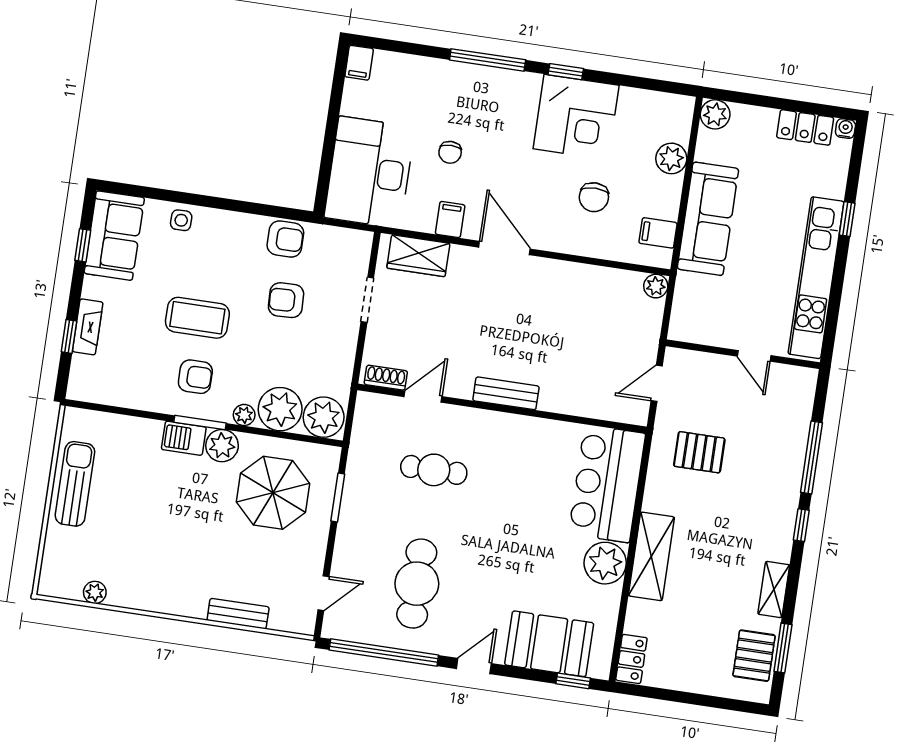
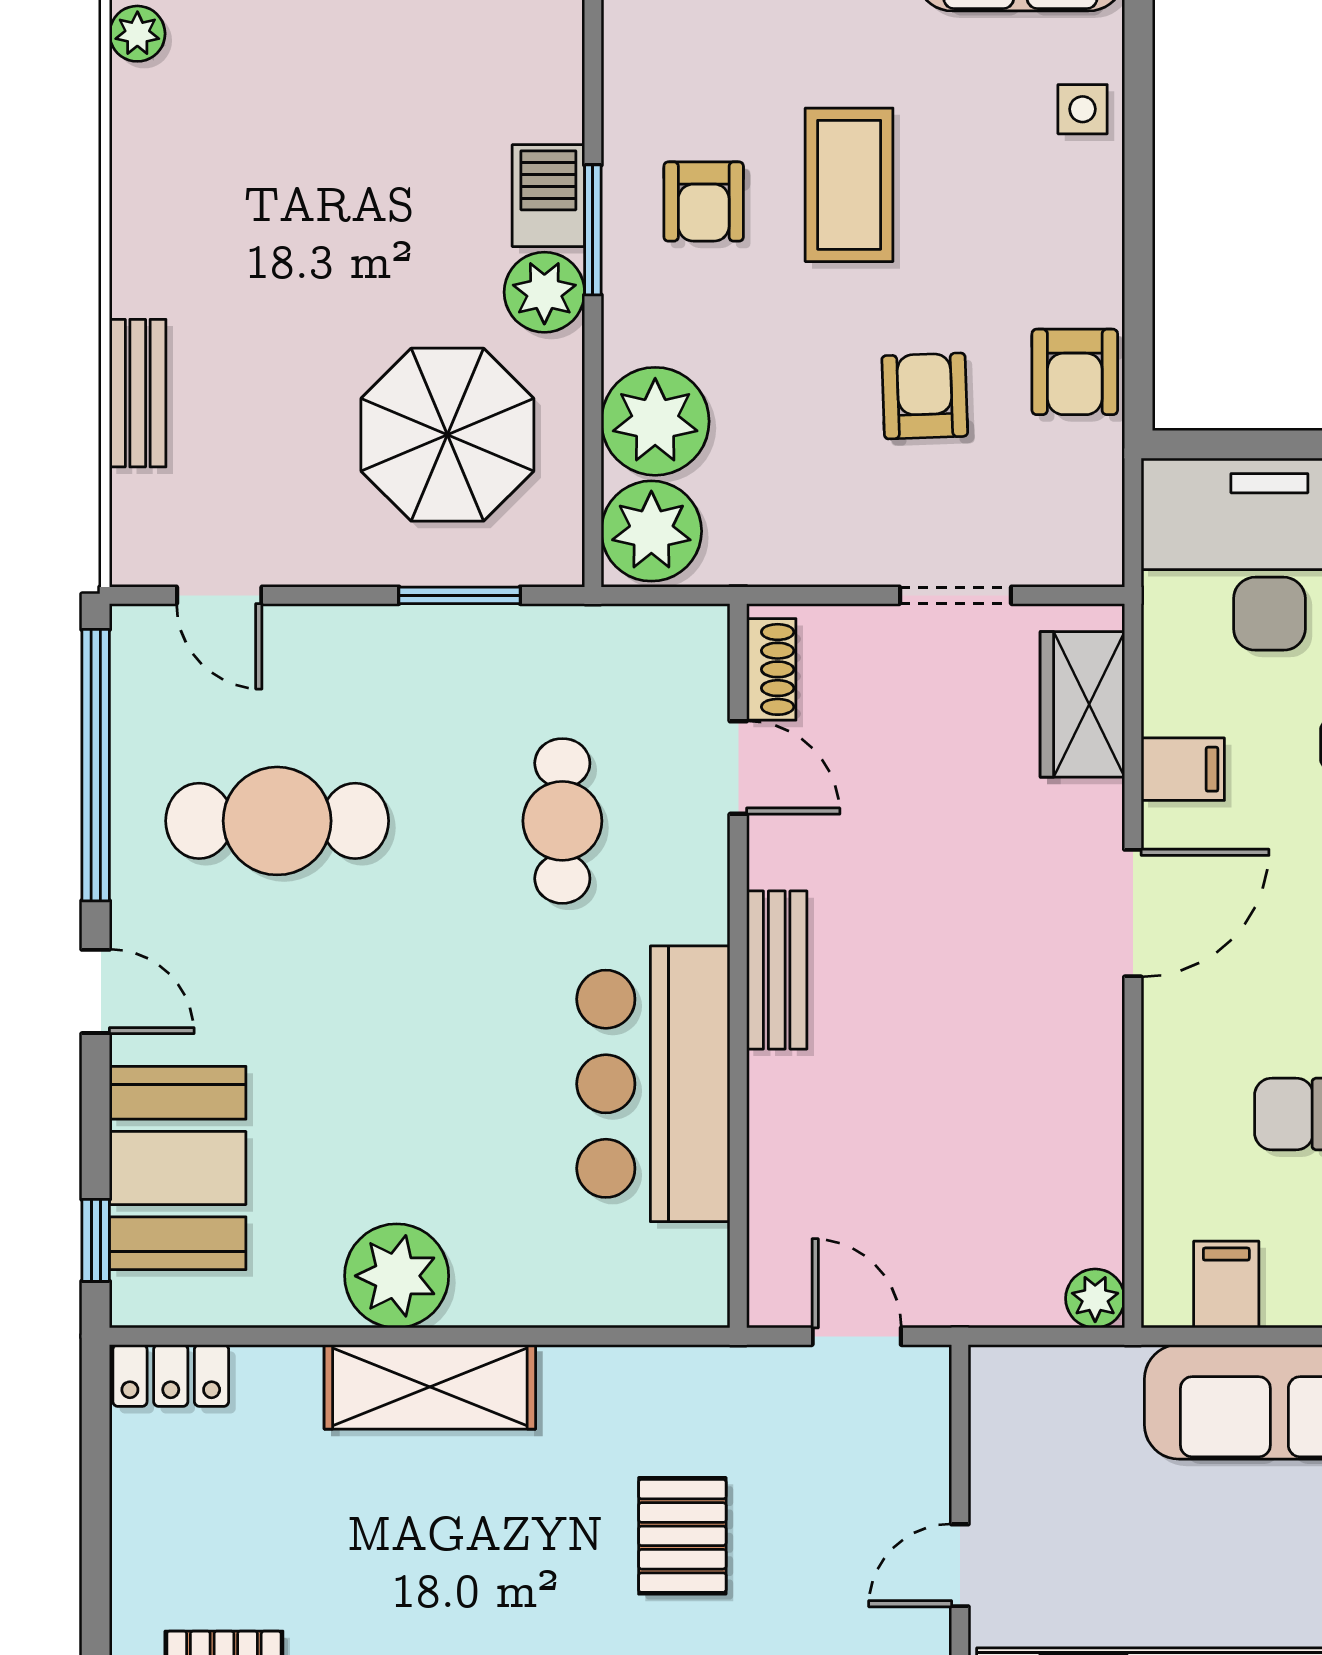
plant: (244, 415) -> (628, 335), removed
pallet: (699, 452) -> (682, 1536), moved
bar counter: (607, 484) -> (653, 1084), moved, turned -90

